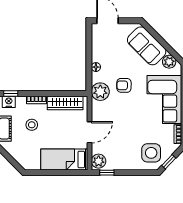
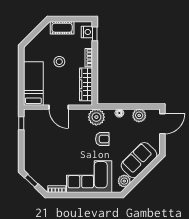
armchair: (124, 85) -> (102, 139), turned 89
stool: (32, 125) -> (59, 62), moved
side table: (151, 153) -> (40, 164), removed
plant: (99, 161) -> (139, 115), moved

